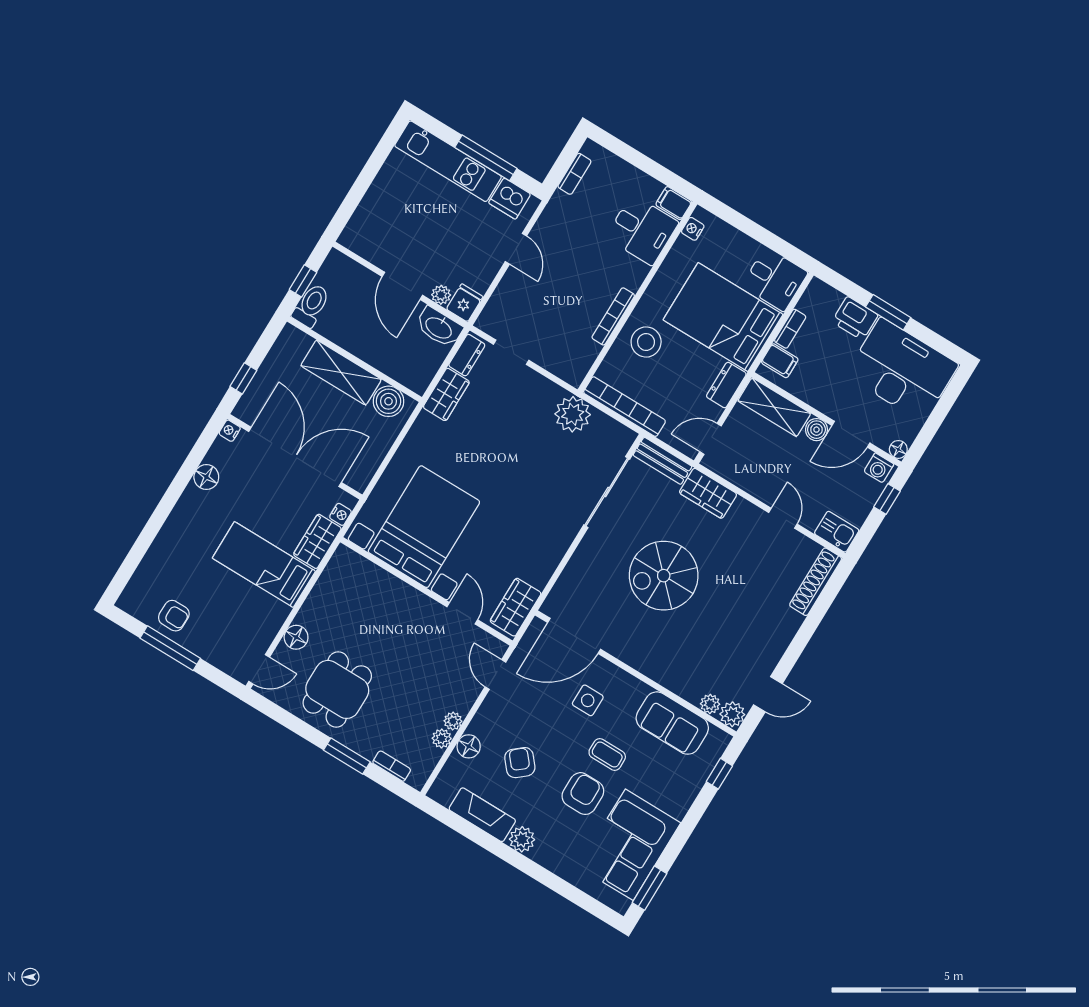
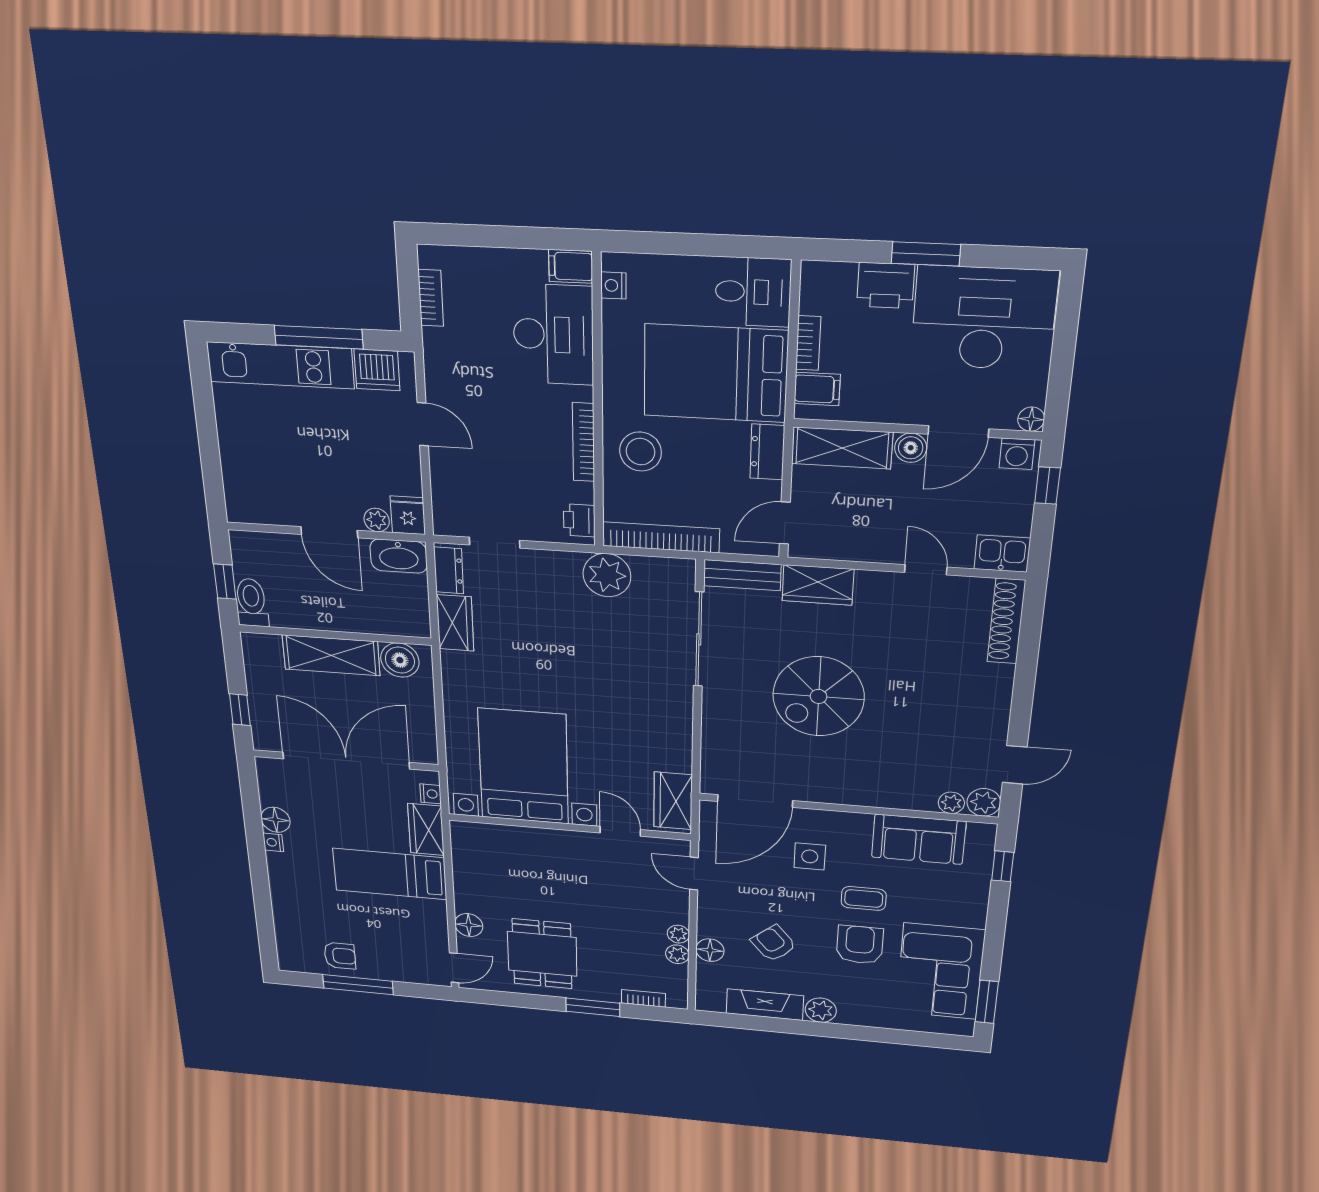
desk: (642, 230) -> (553, 335), width x1.37
printer: (578, 367) -> (579, 520), added
nightstand: (230, 431) -> (273, 842), moved

